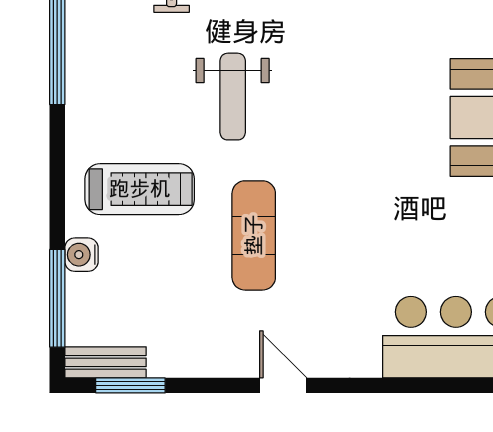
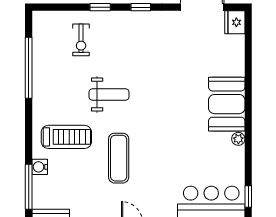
weight bench: (233, 97) -> (109, 94), turned -90

